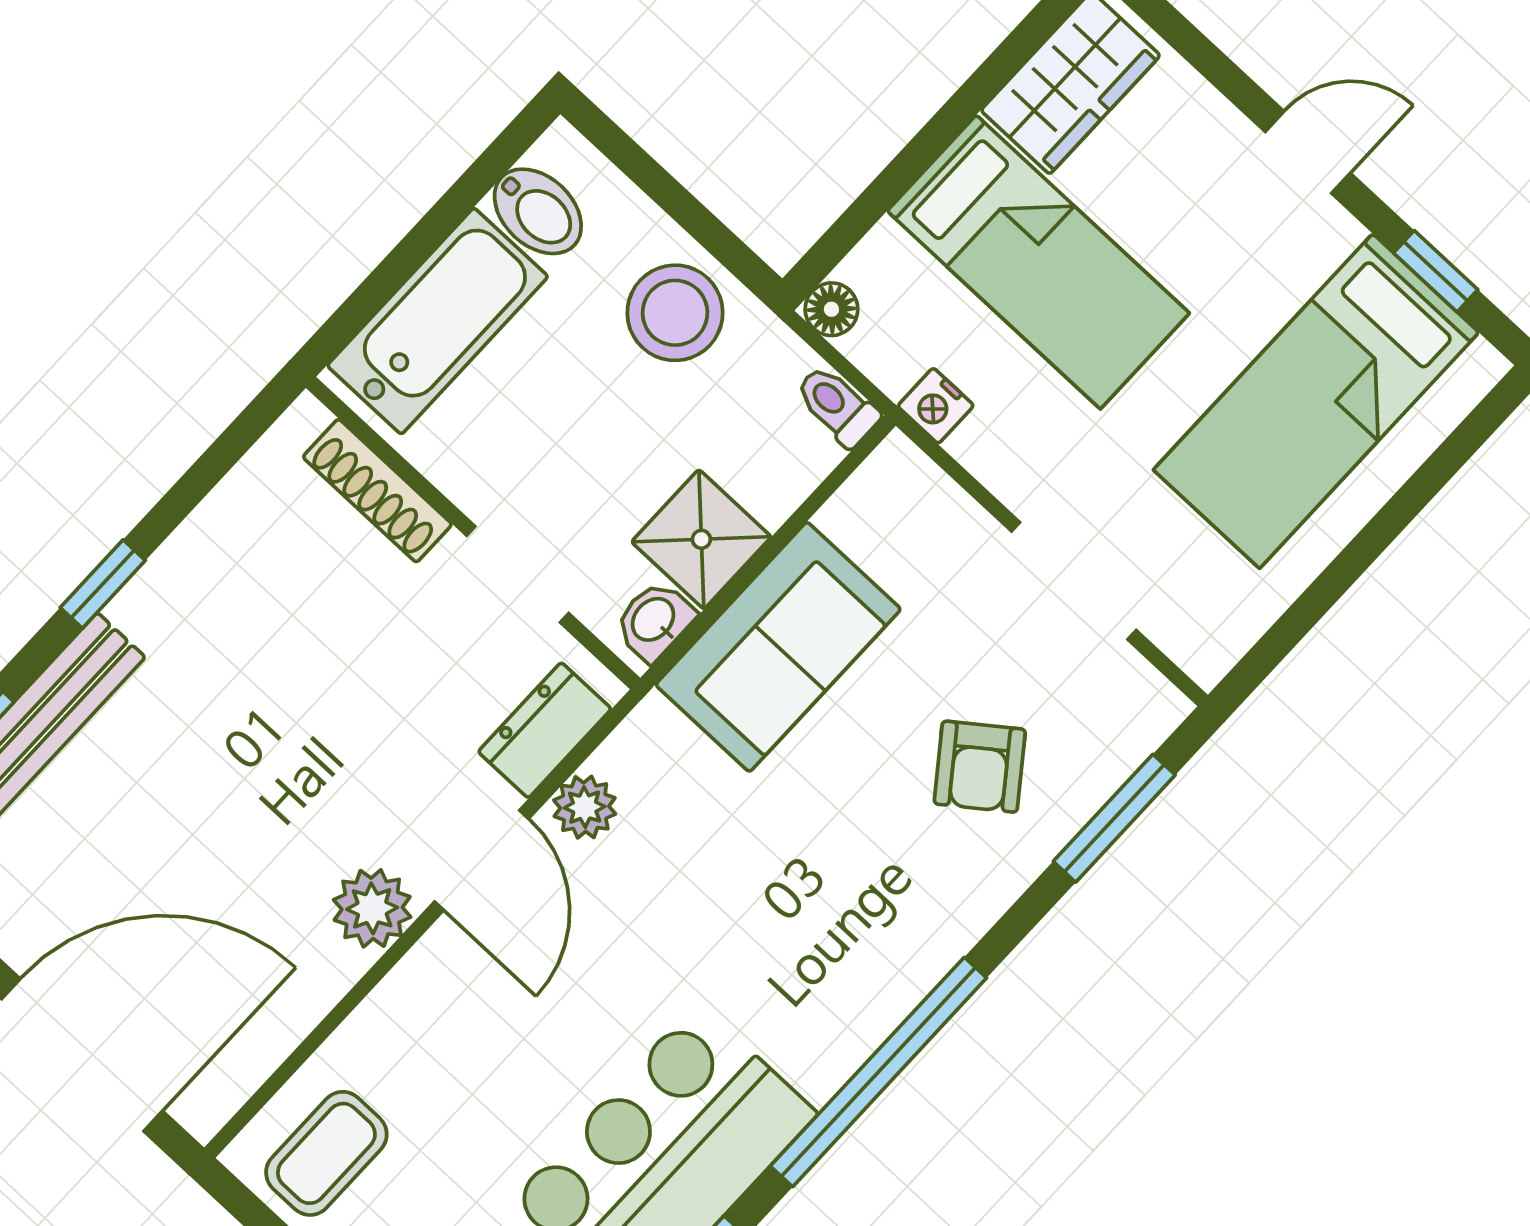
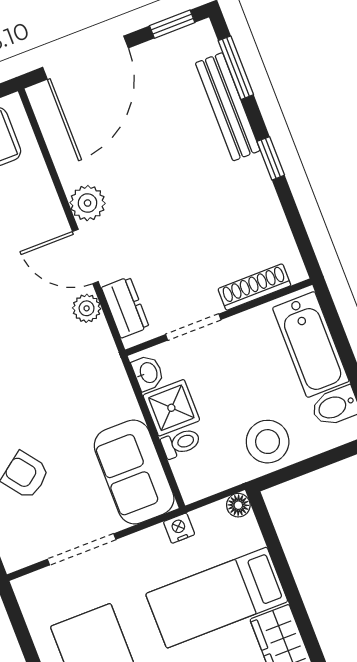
toilet: (837, 406) -> (181, 443), moved
sofa: (778, 647) -> (134, 472), moved

